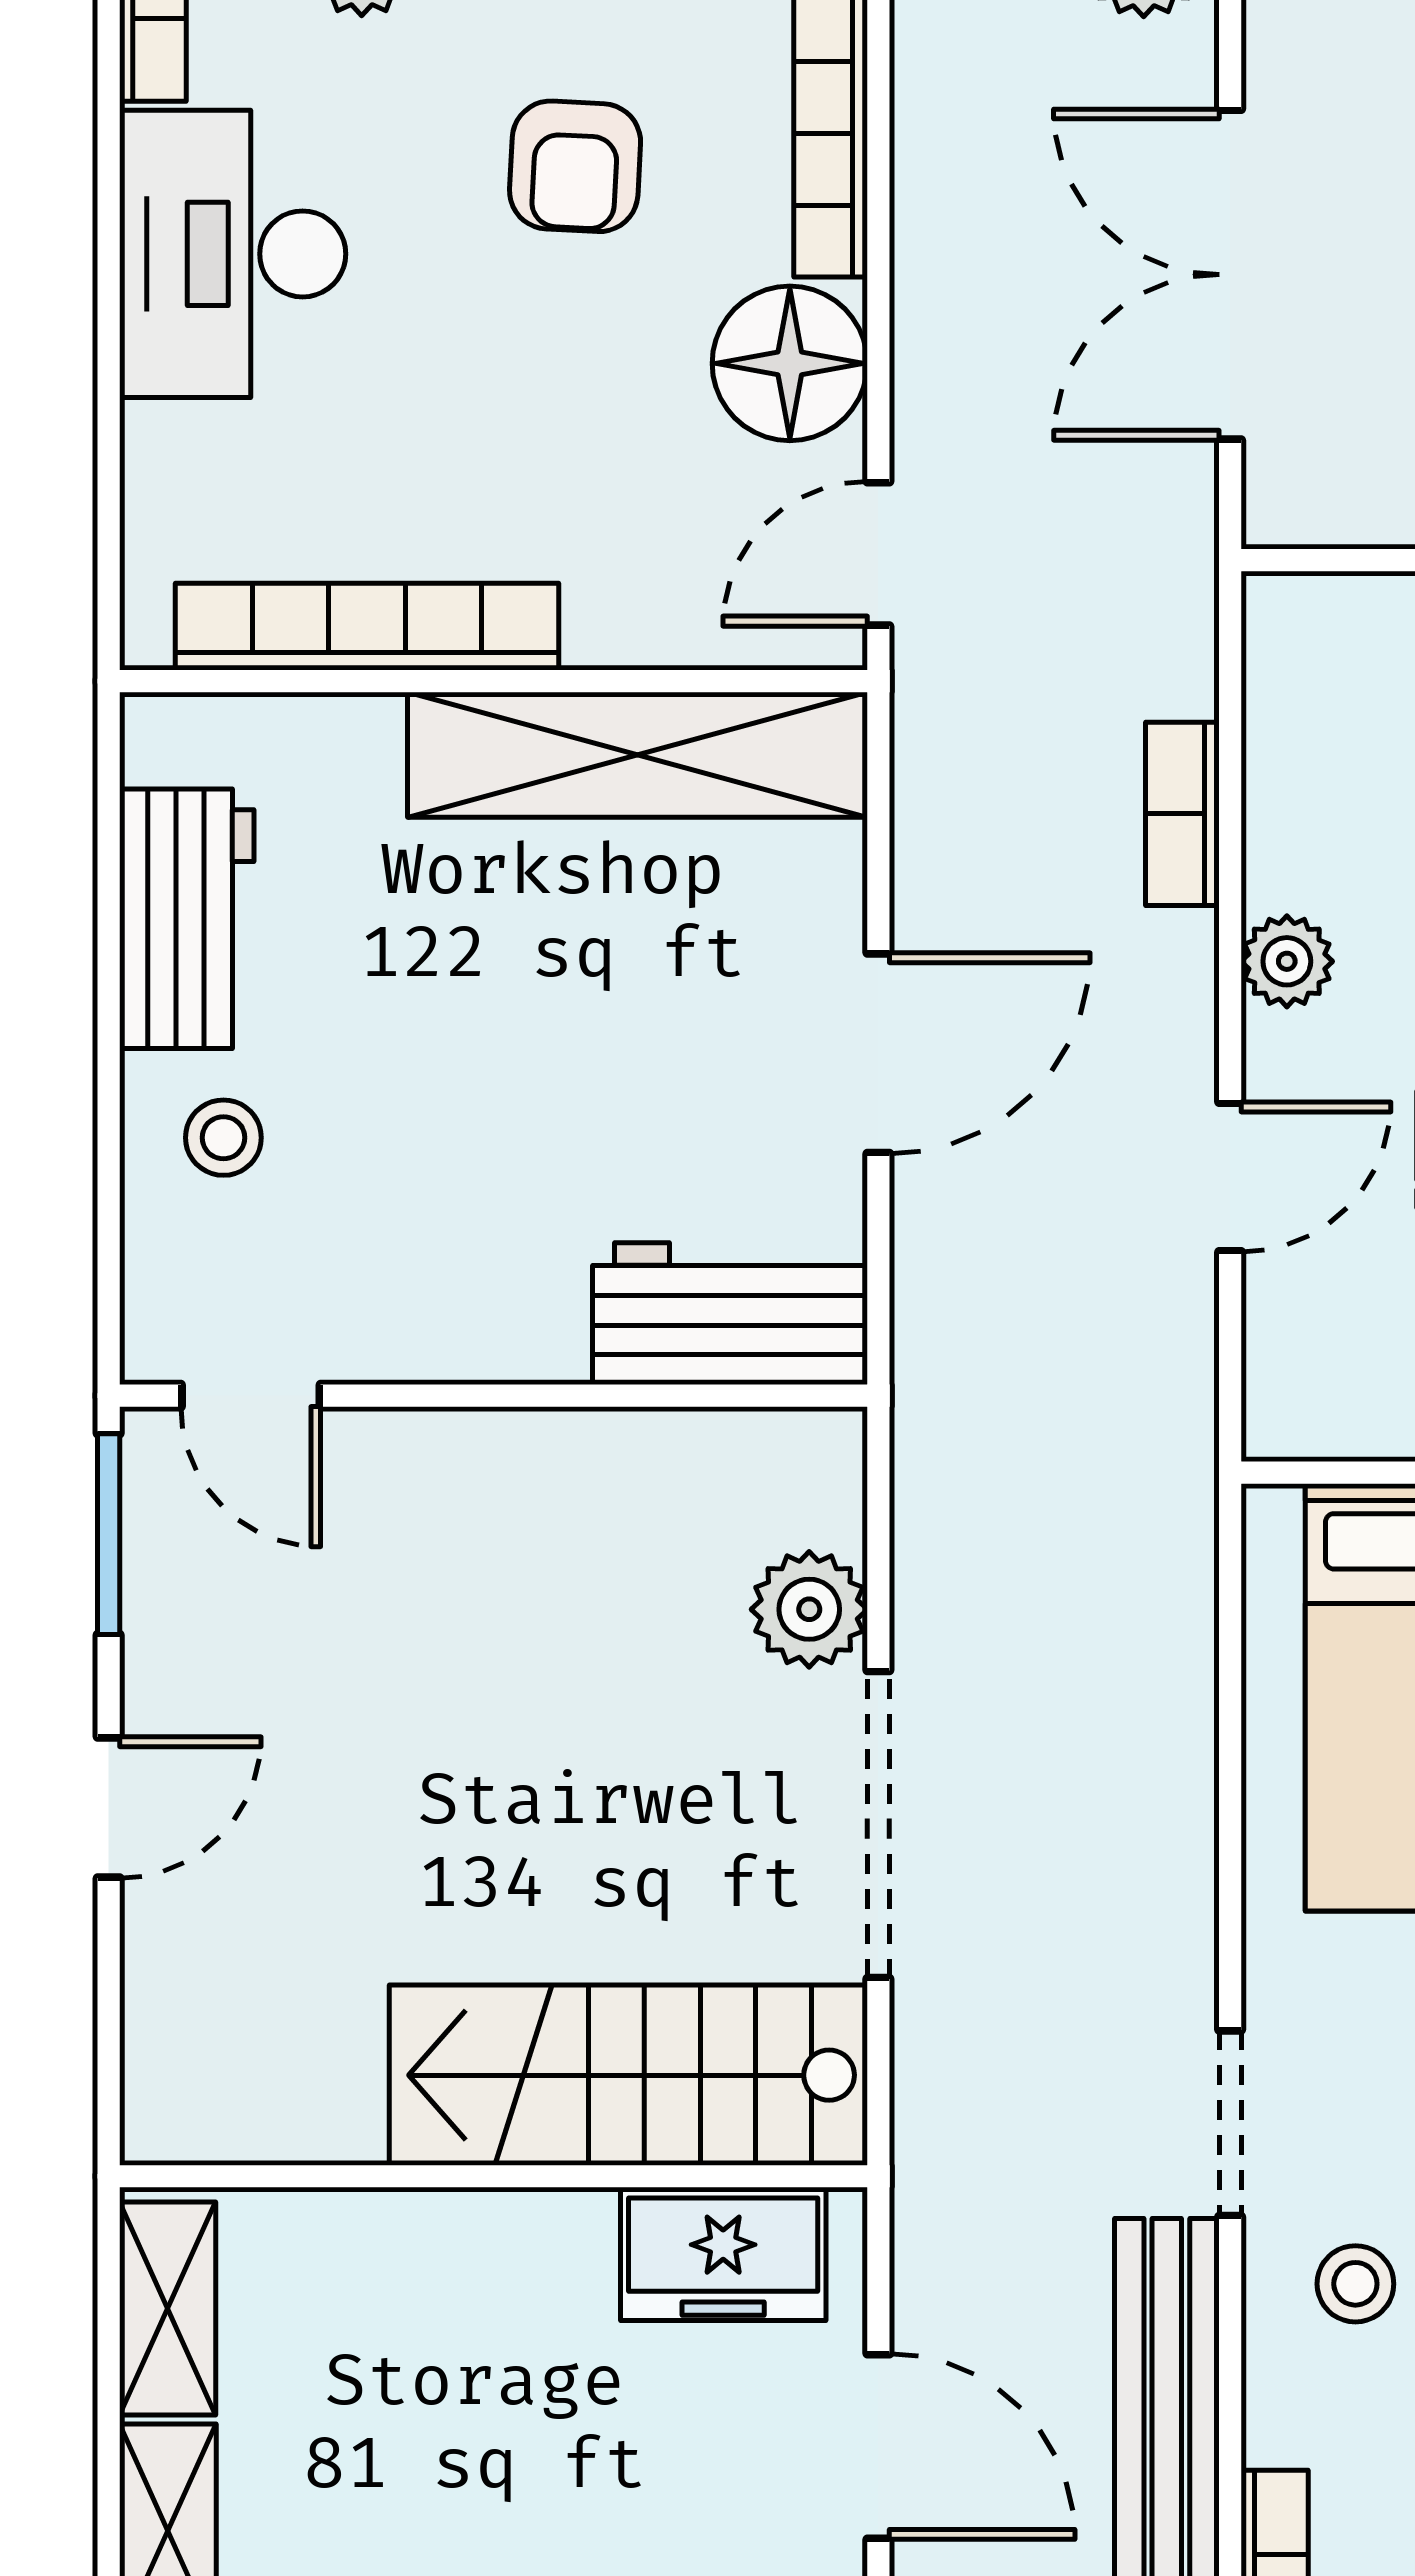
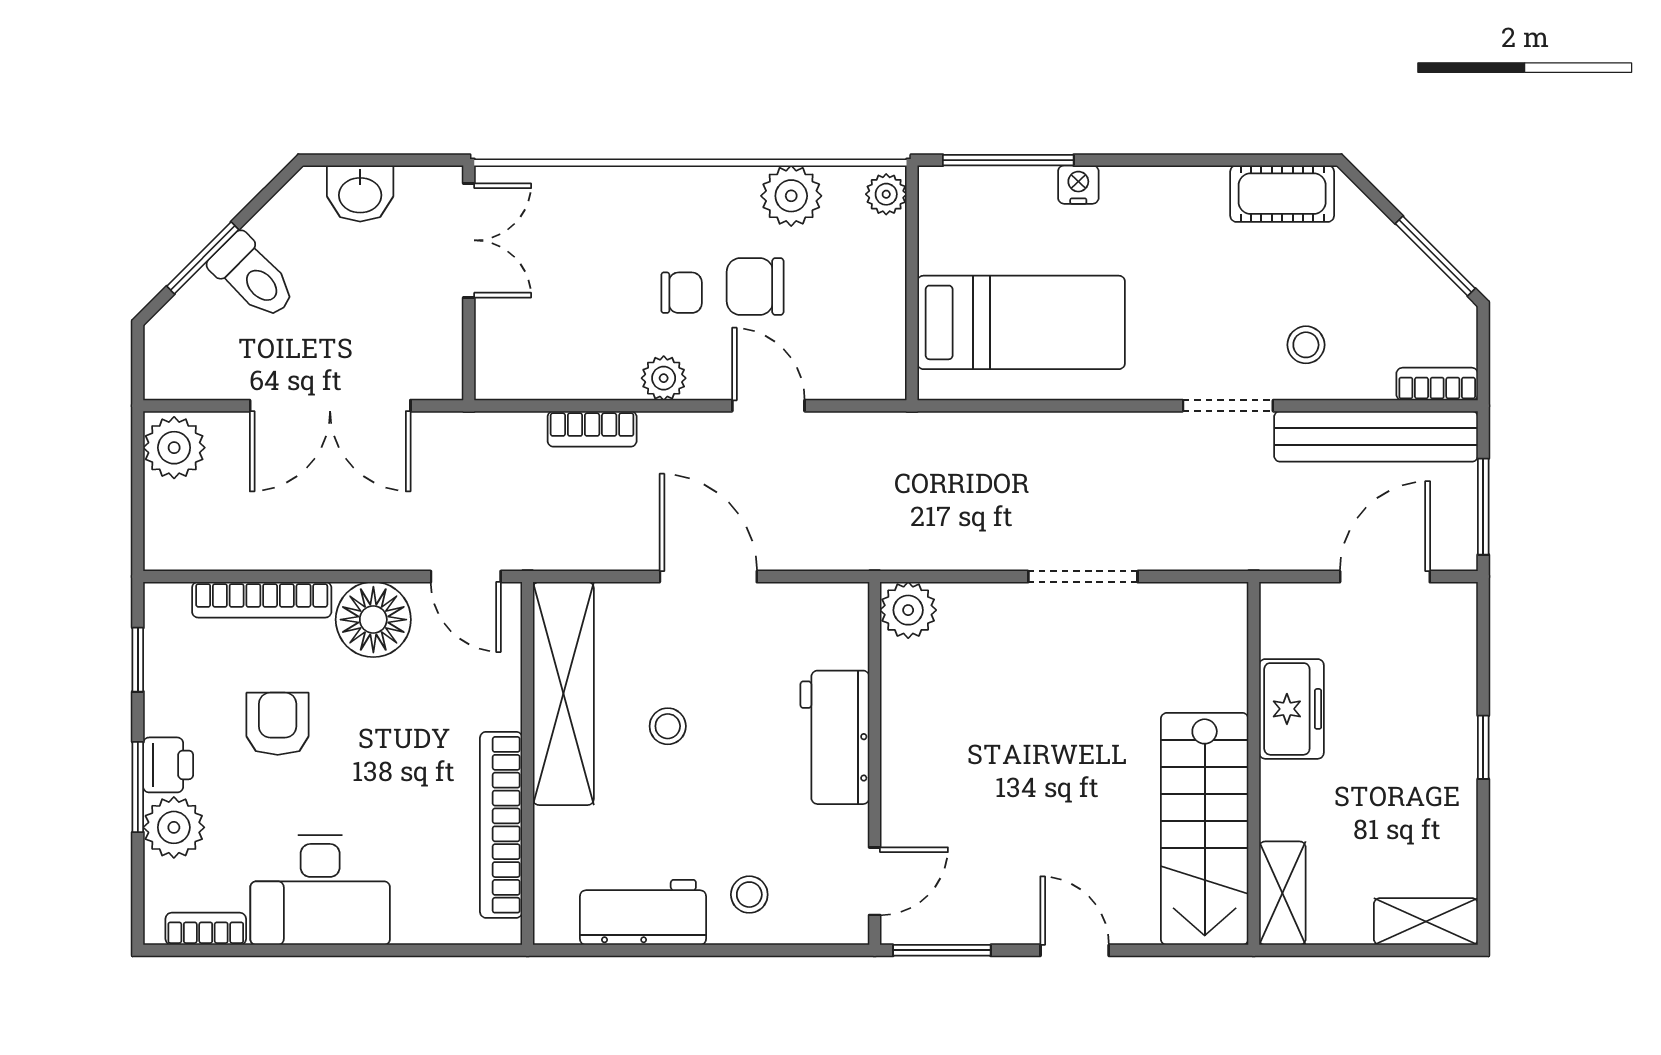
armchair: (575, 166) -> (278, 724), turned -93
stool: (570, 970) -> (668, 726), added
workbench: (730, 1314) -> (835, 737), moved
plant: (809, 1609) -> (908, 610), moved
doorway: (878, 1825) -> (1083, 577), width x0.73
stairs: (628, 2075) -> (1205, 829), moved
freezer: (723, 2254) -> (1291, 709), moved
shelving: (168, 2308) -> (1282, 893), moved, turned 90

